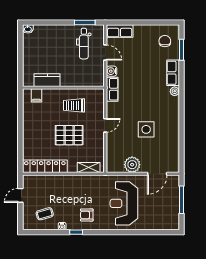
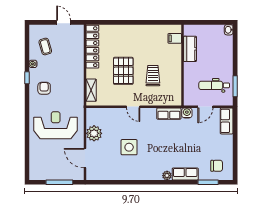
kitchen counter: (47, 80) -> (190, 49), moved
wall: (63, 88) -> (183, 65), moved
filing cabinet: (37, 95) -> (175, 38), moved

